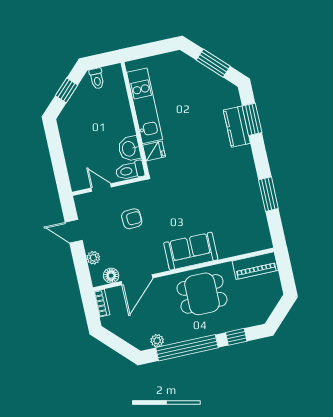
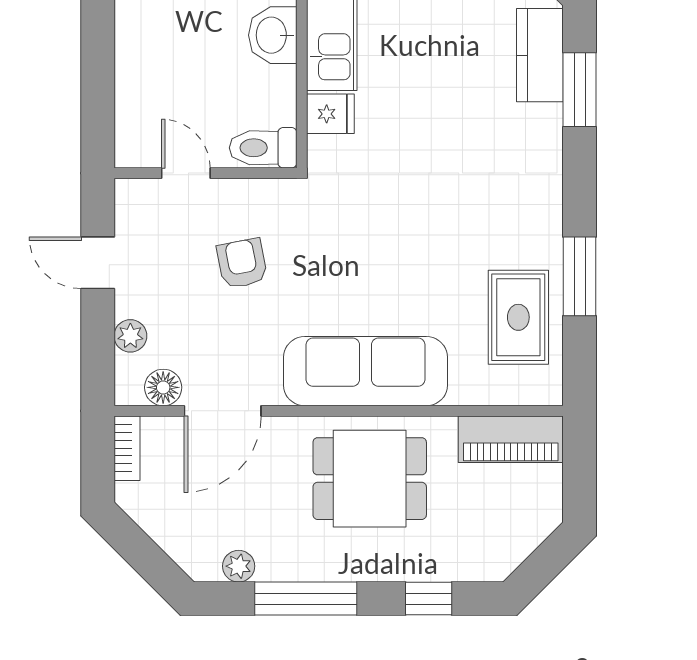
kitchen counter: (237, 127) -> (540, 55), moved
washbasin: (129, 149) -> (273, 35), moved
rug: (247, 216) -> (518, 317), added
armchair: (132, 219) -> (242, 263), turned -98
sofa: (191, 251) -> (365, 371), width x1.36
window: (187, 348) -> (306, 599), width x0.68

